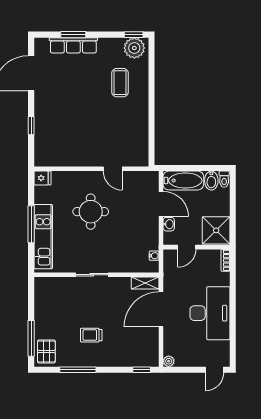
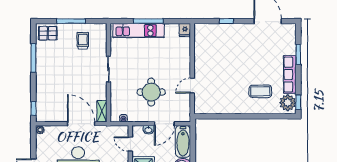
row of seats: (73, 45) -> (290, 74), moved
round table: (91, 212) -> (151, 92), moved
trolley: (91, 335) -> (83, 41), moved
window: (31, 338) -> (71, 21), moved

